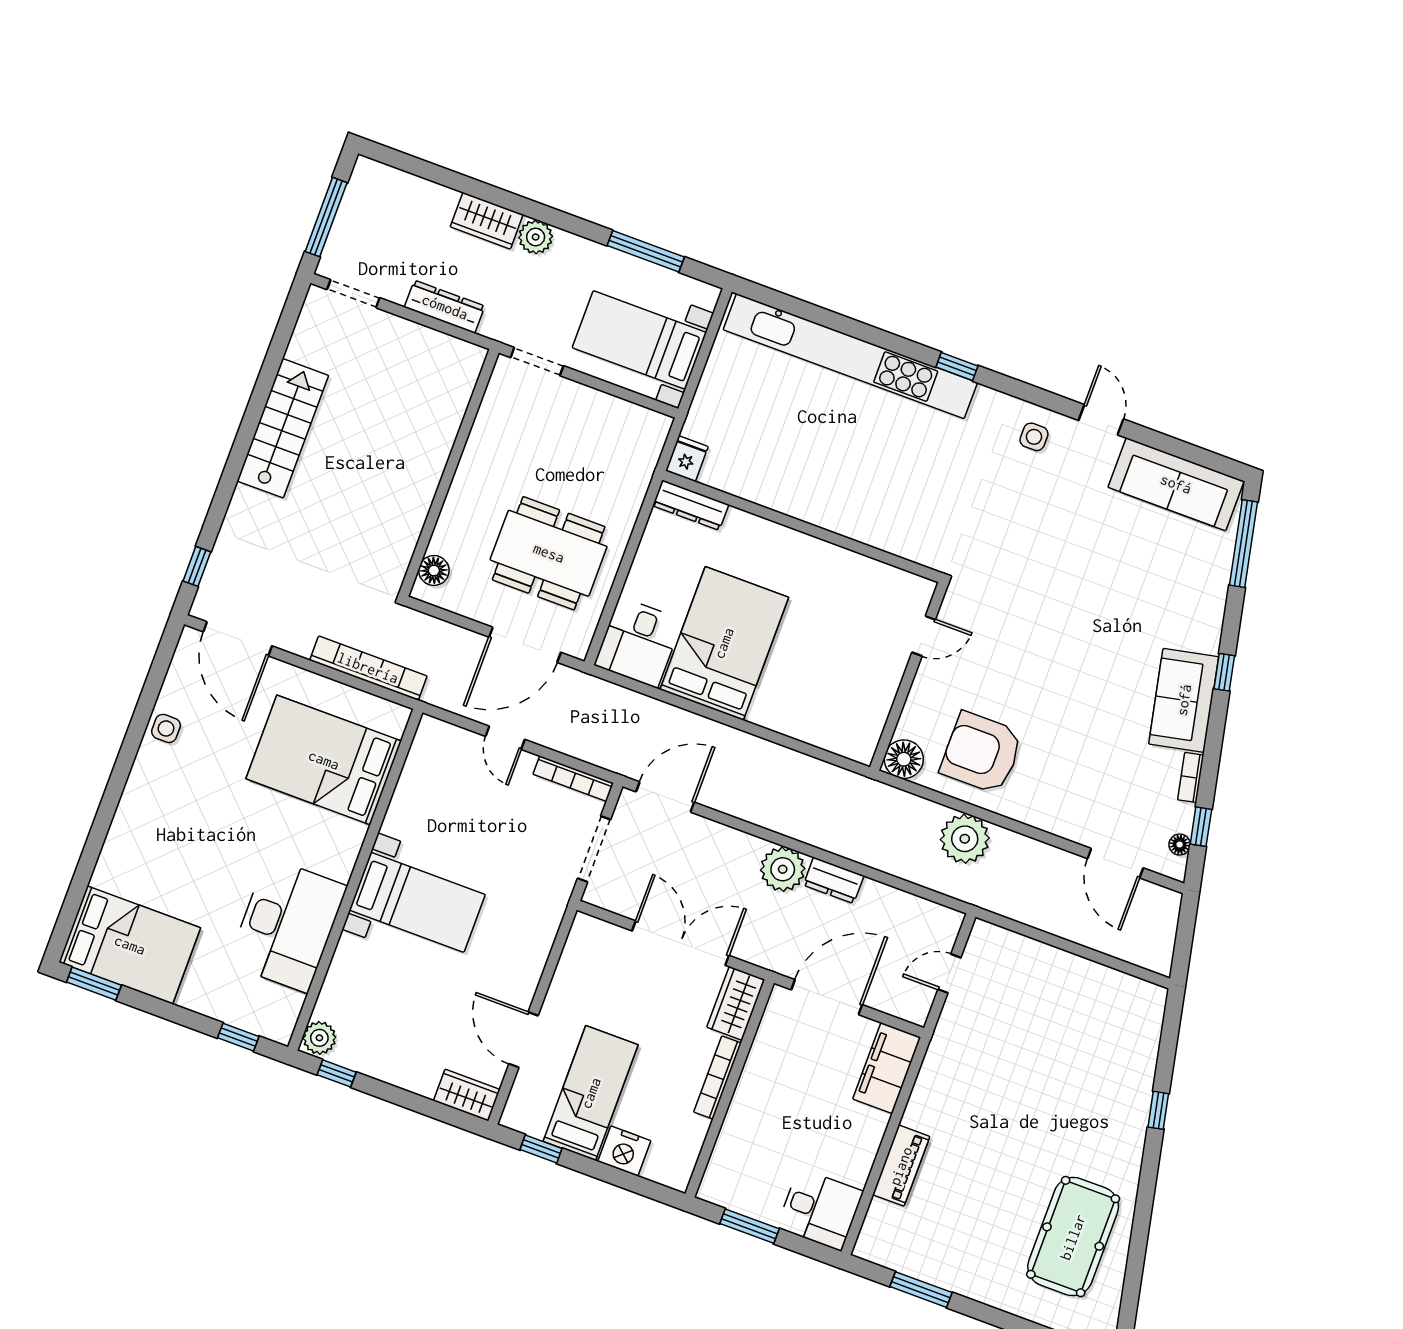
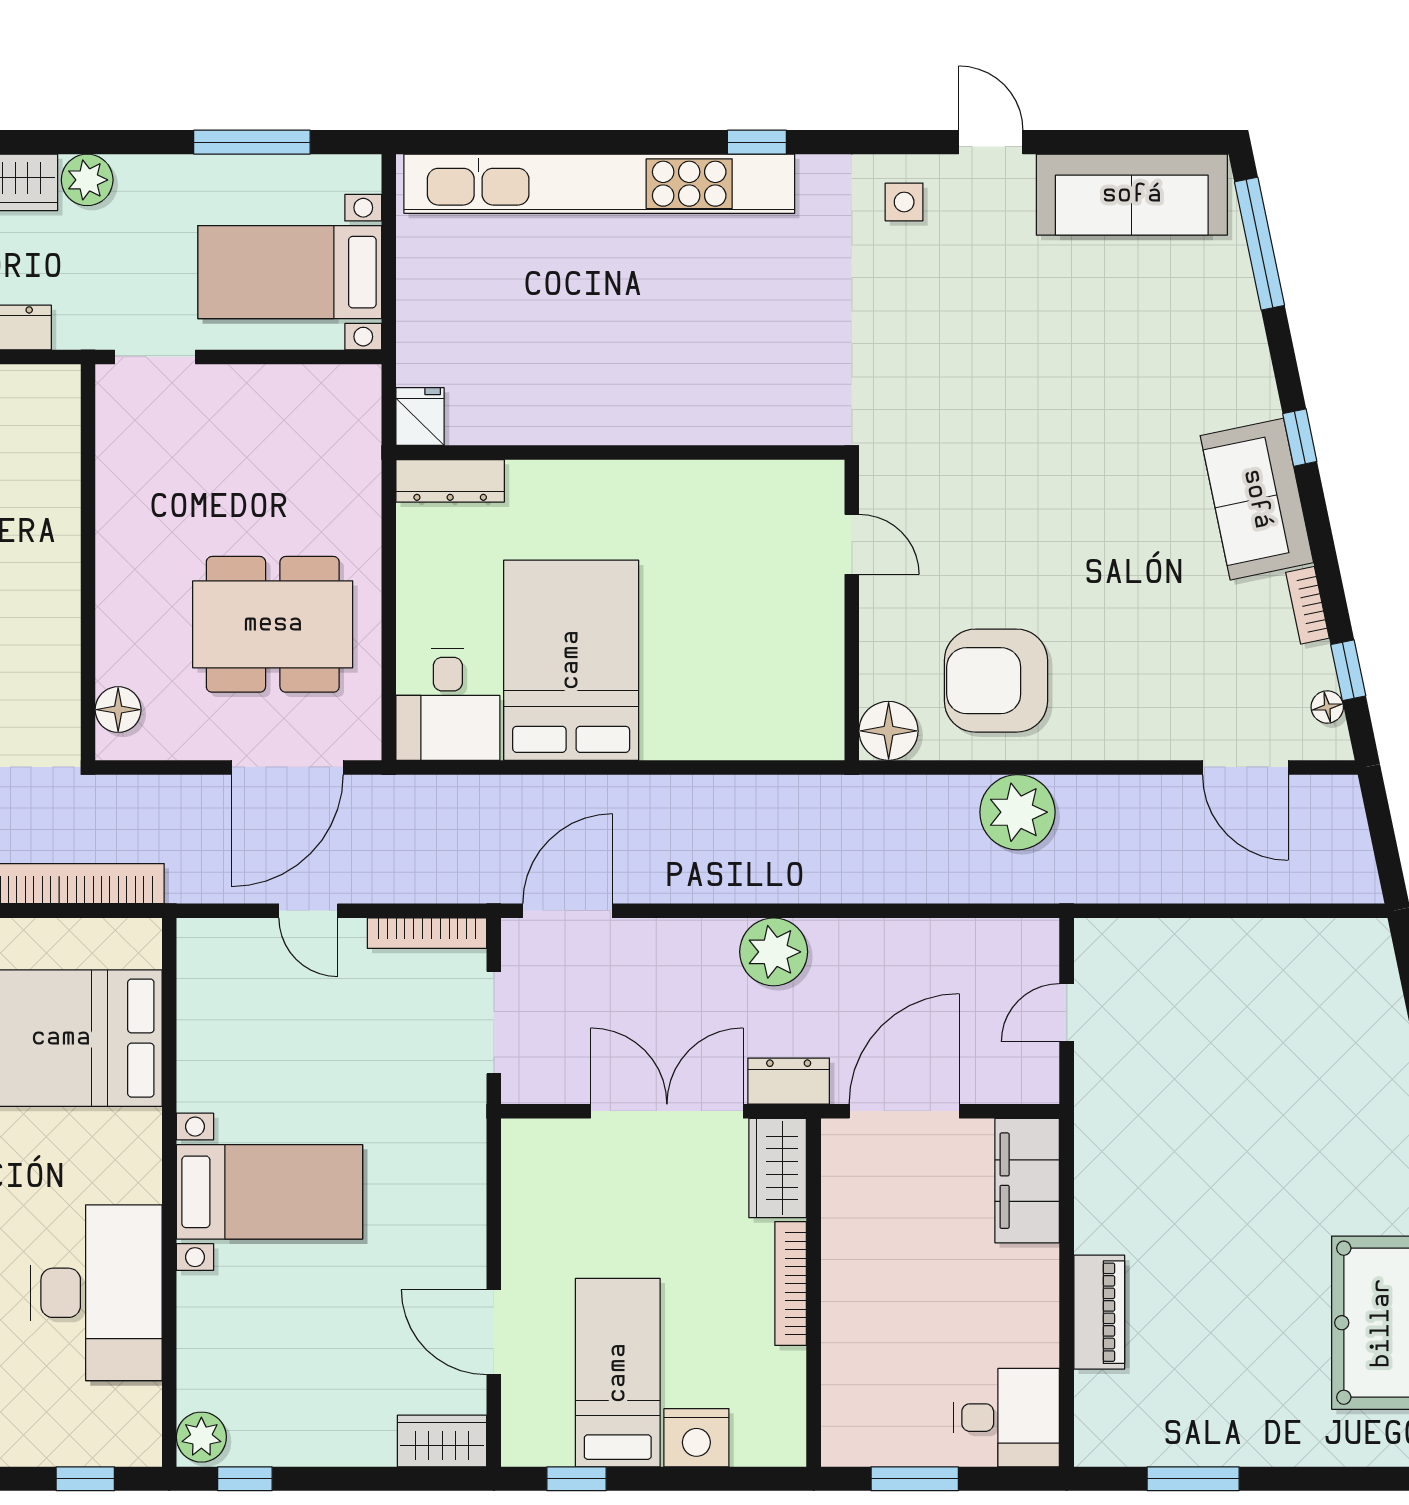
door: (924, 636) -> (852, 544), hinge flipped
dresser: (834, 880) -> (789, 1081), moved, turned 180

